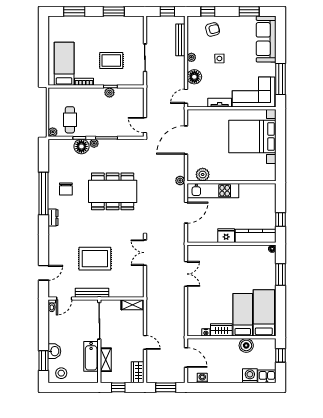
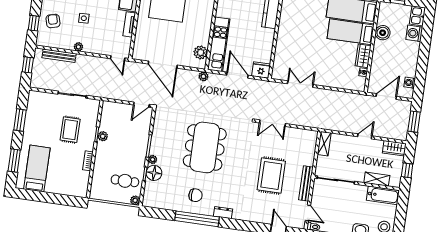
bed: (64, 64) -> (37, 169), moved, turned 90
floor lamp: (194, 77) -> (99, 47), removed
fridge: (226, 236) -> (261, 70), moved, turned 90
bathtub: (91, 356) -> (383, 195), moved

